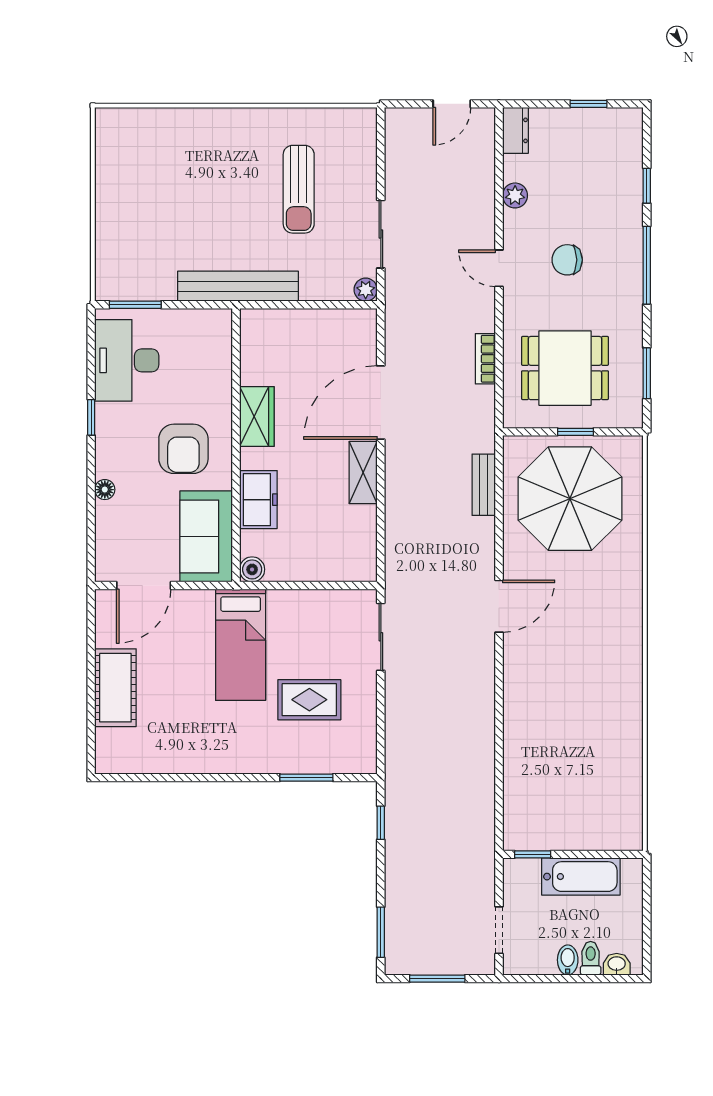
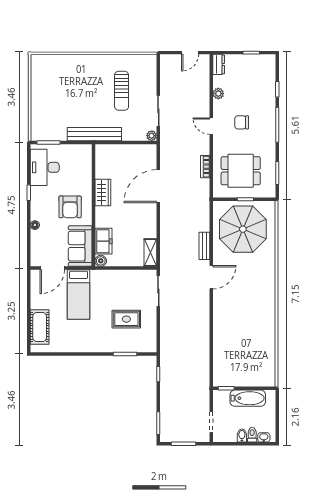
shelving: (363, 472) -> (150, 252), moved
bench: (484, 485) -> (204, 246), moved
freezer: (258, 500) -> (104, 241), moved
bed: (241, 645) -> (79, 294), moved
cot: (115, 688) -> (40, 327), moved

